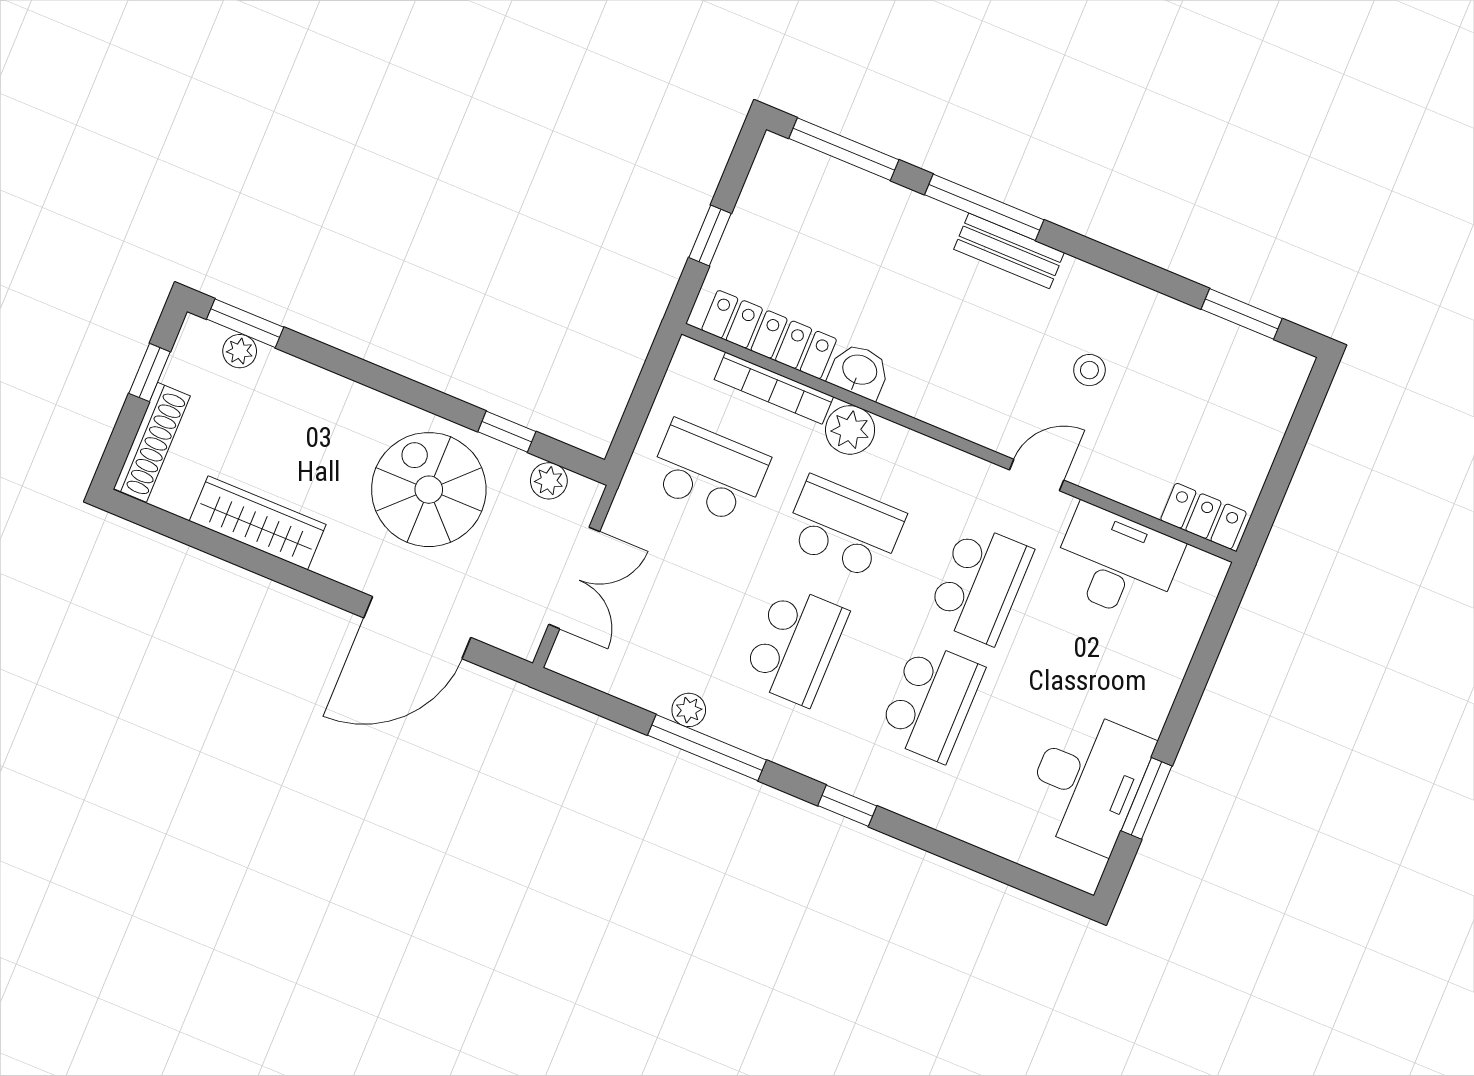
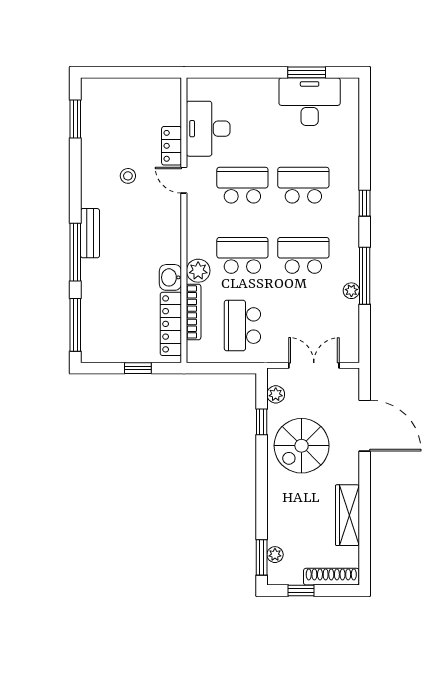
locker: (1203, 516) -> (172, 146), moved
school desk: (844, 528) -> (242, 255), turned 90

